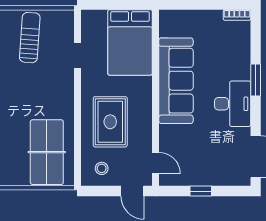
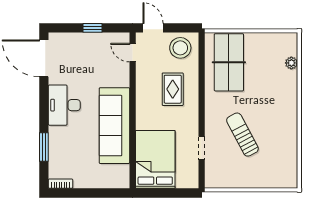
sun lounger: (30, 38) -> (242, 135), moved, turned 148
window: (256, 80) -> (44, 147), moved
rug: (110, 122) -> (173, 89), width x0.73, depth x0.70
stool: (102, 168) -> (180, 48), width x1.89, depth x1.89

